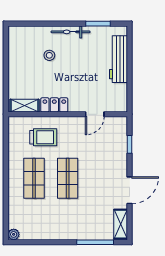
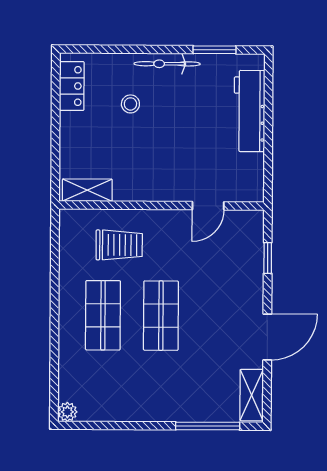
locker: (54, 105) -> (72, 86), moved, turned 90

